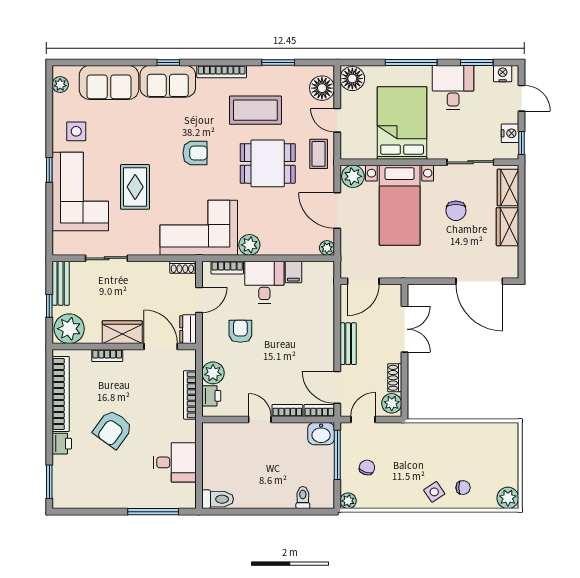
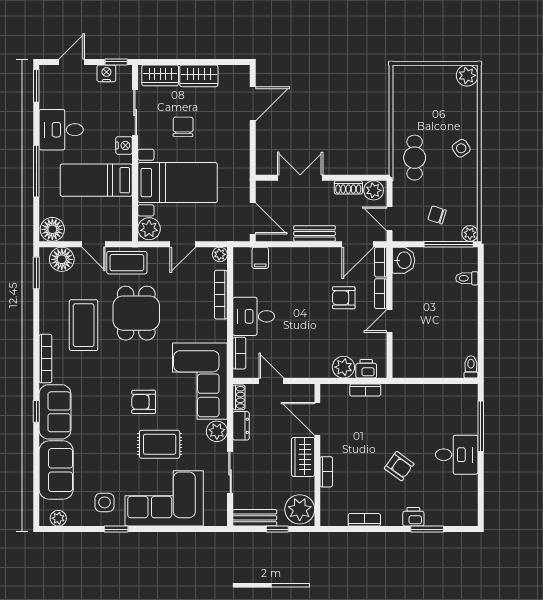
window: (278, 62) -> (36, 273), moved
window: (477, 62) -> (36, 86), moved
nightstand: (503, 74) -> (124, 145), moved, turned 180
door: (337, 120) -> (93, 244), hinge flipped
bed: (402, 123) -> (96, 180), width x0.67
armchair: (195, 153) -> (144, 402), moved, turned -90
coffee table: (319, 154) -> (127, 263), width x1.36, depth x1.30
window: (49, 170) -> (116, 529), moved
door: (337, 210) -> (183, 244), width x0.73
chair: (456, 211) -> (183, 127), turned -89
plant: (249, 245) -> (217, 431), moved
bookcase: (286, 249) -> (221, 295), added
filing cabinet: (293, 272) -> (260, 258), moved, turned 90
door: (479, 281) -> (253, 104), width x0.73
dresser: (188, 329) -> (241, 426), moved, turned -90
armchair: (240, 331) -> (344, 298), moved
door: (161, 347) -> (317, 419), hinge flipped
bookcase: (61, 394) -> (364, 520), width x0.43, depth x0.76
bookcase: (190, 395) -> (365, 390), width x0.64
armchair: (113, 429) -> (399, 466), width x0.72, depth x0.72
cafe table: (425, 445) -> (415, 158), added
window: (337, 455) -> (449, 244), moved
desk: (175, 462) -> (457, 455), moved, turned 90
window: (49, 482) -> (427, 529), moved
chair: (463, 488) -> (457, 120), removed
toilet: (218, 499) -> (471, 367), width x0.73, depth x0.72

